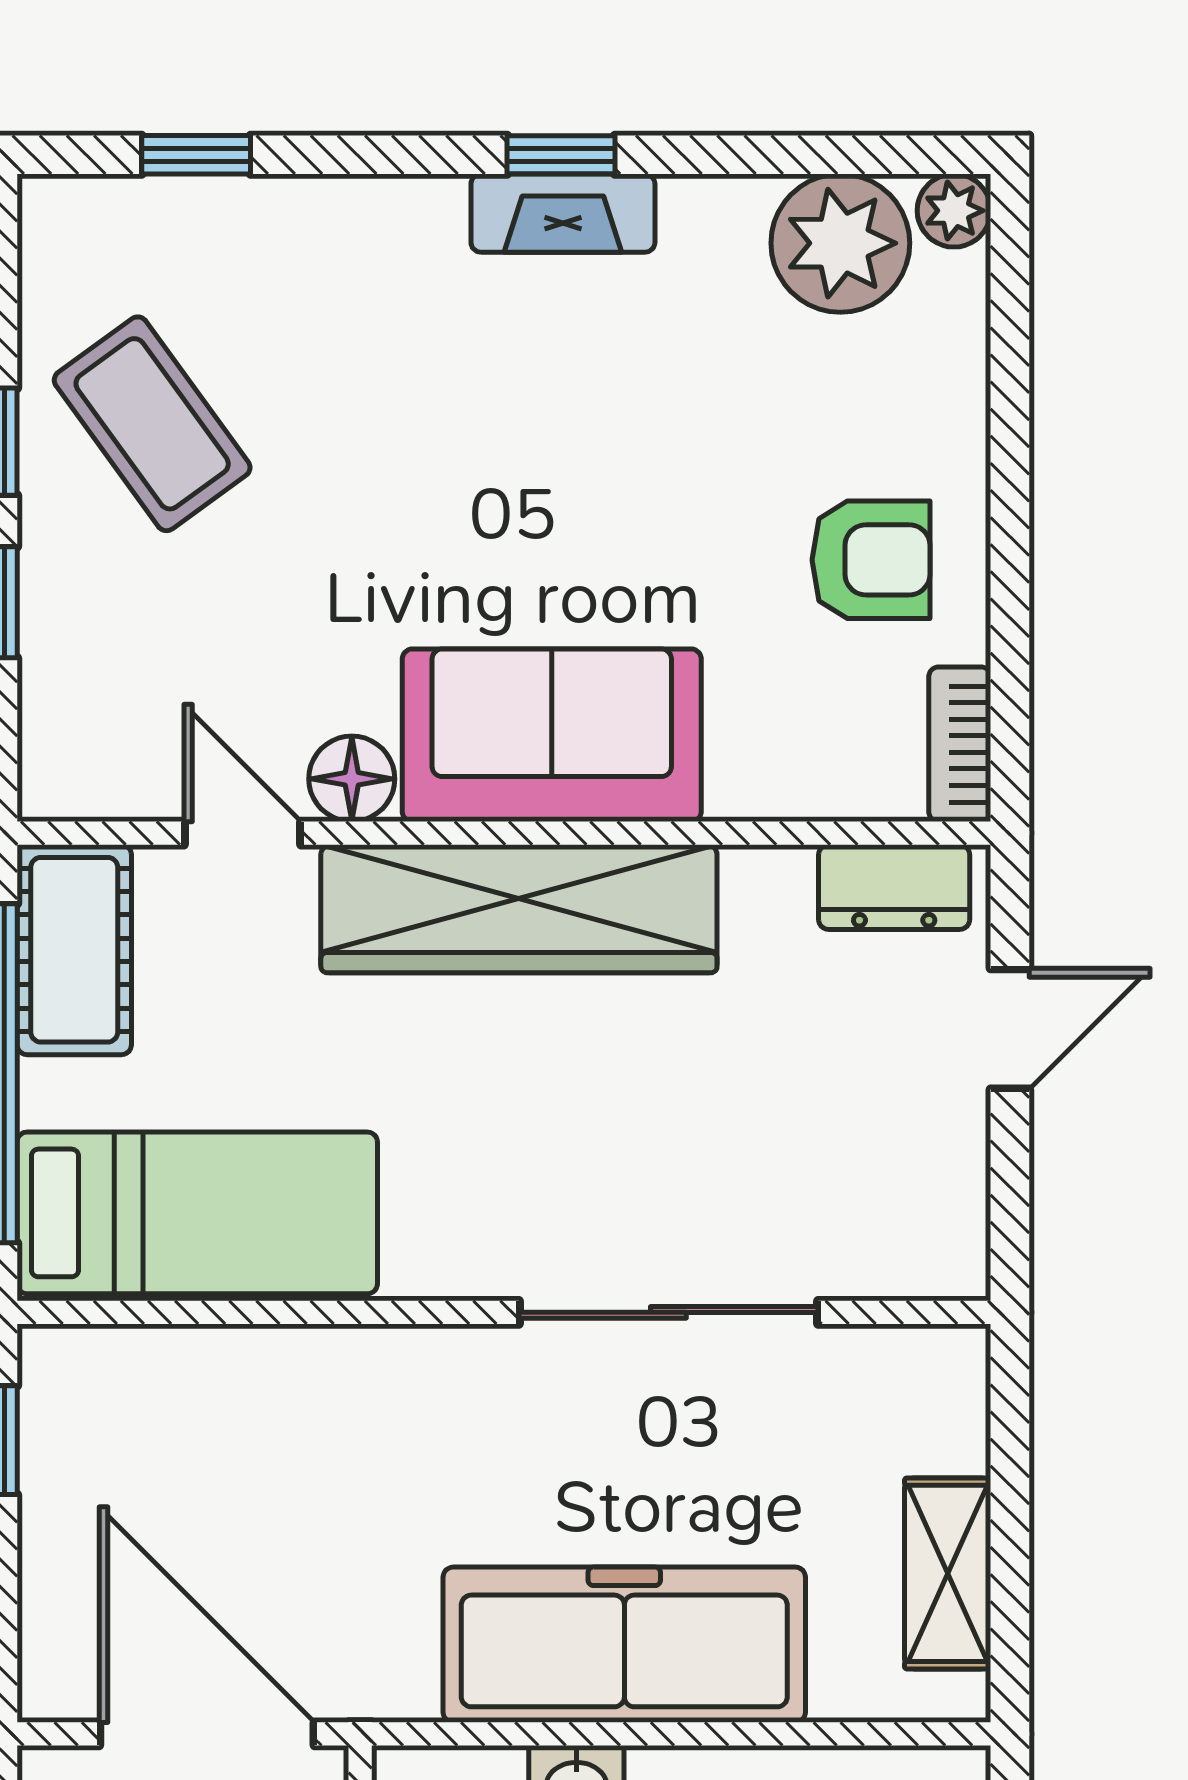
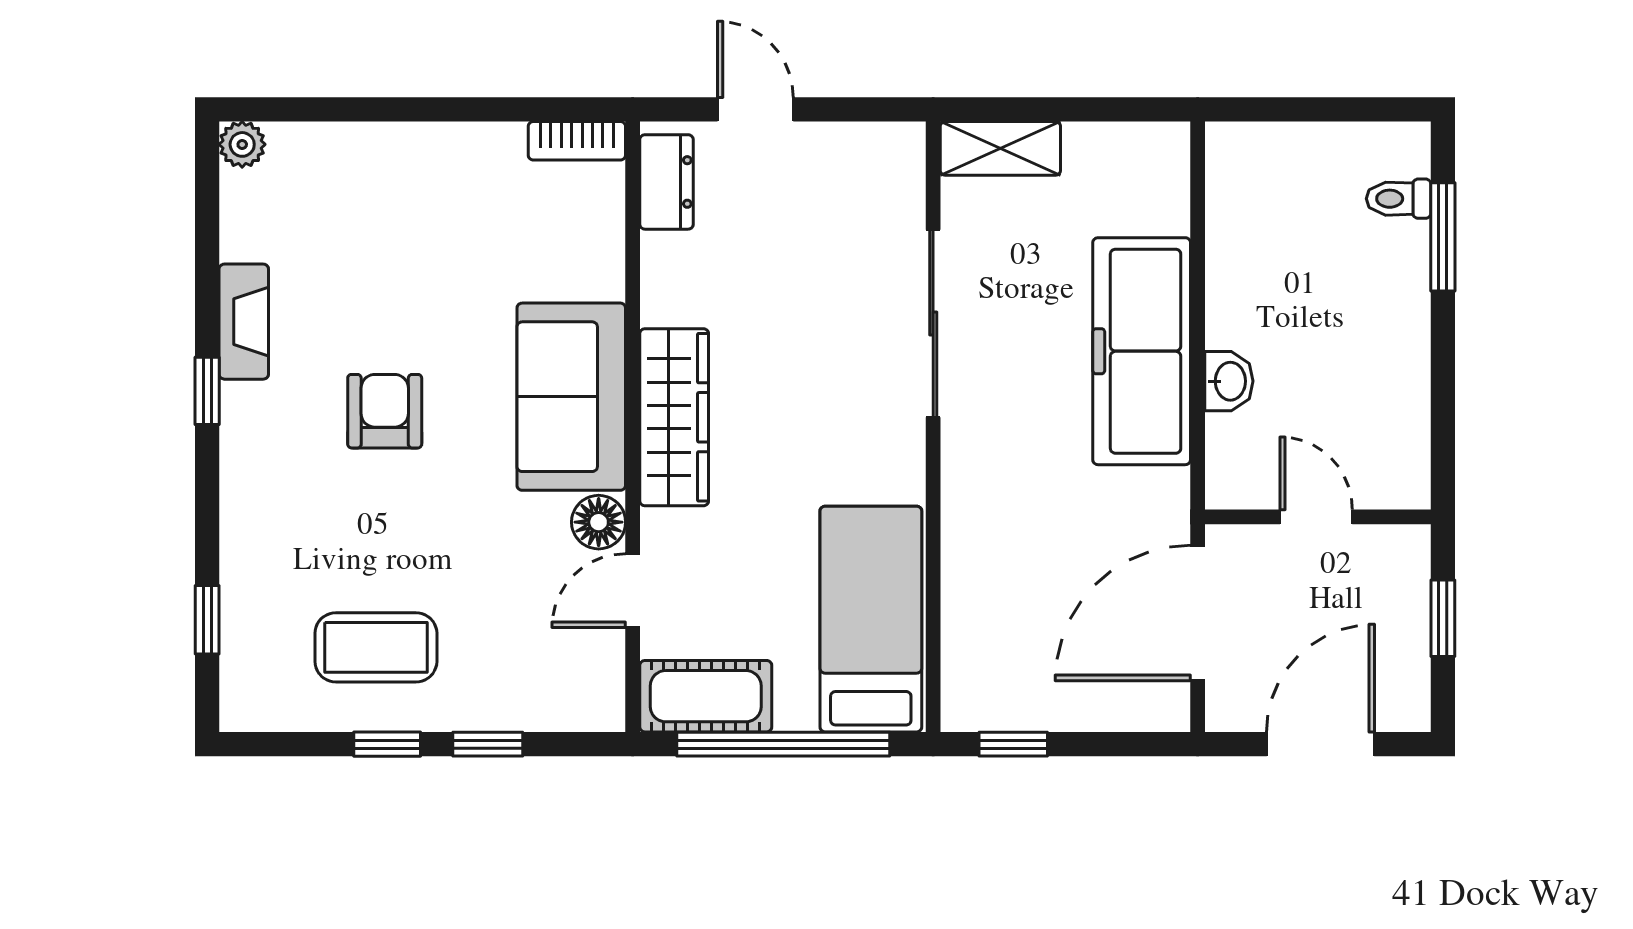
fireplace: (563, 213) -> (244, 322), moved
plant: (840, 243) -> (263, 216), removed
coffee table: (152, 424) -> (376, 647), turned 36
armchair: (871, 560) -> (385, 411), moved
wardrobe: (519, 909) -> (674, 417), width x0.71, depth x0.85
shelving: (948, 1573) -> (1000, 148), moved

